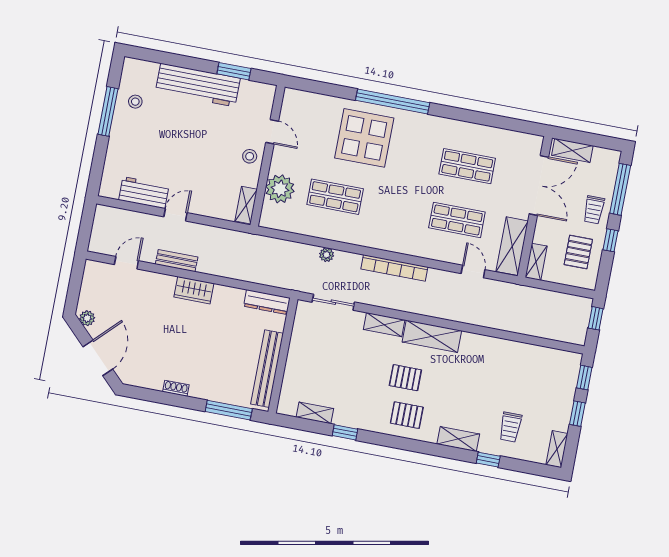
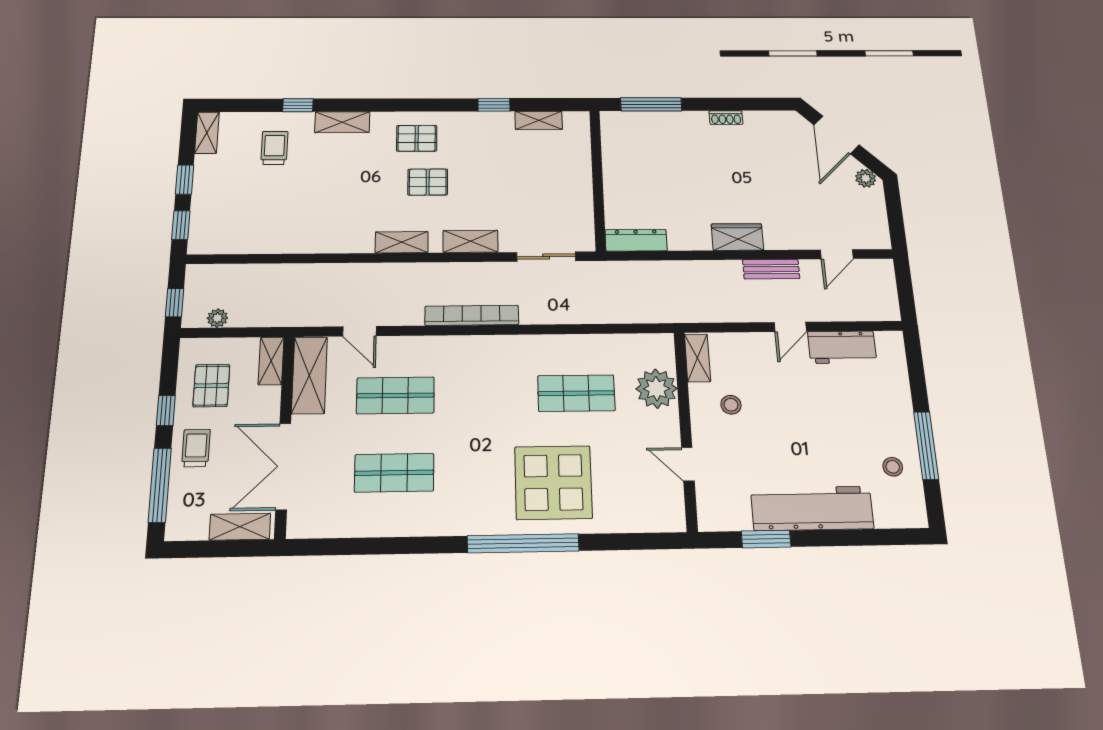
stool: (250, 156) -> (731, 405), moved
plant: (327, 255) -> (217, 318), moved
shelving: (432, 336) -> (402, 242), width x0.67, depth x0.75
bench: (267, 369) -> (614, 161), removed

